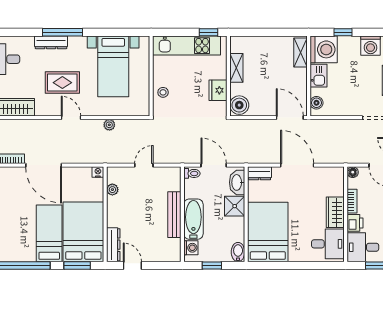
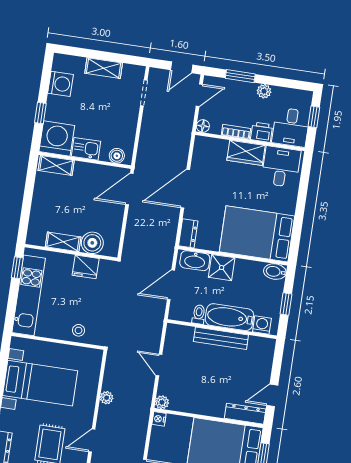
boiler: (239, 105) -> (92, 243), moved
toilet: (192, 173) -> (199, 314), moved
plant: (112, 190) -> (162, 402), moved

